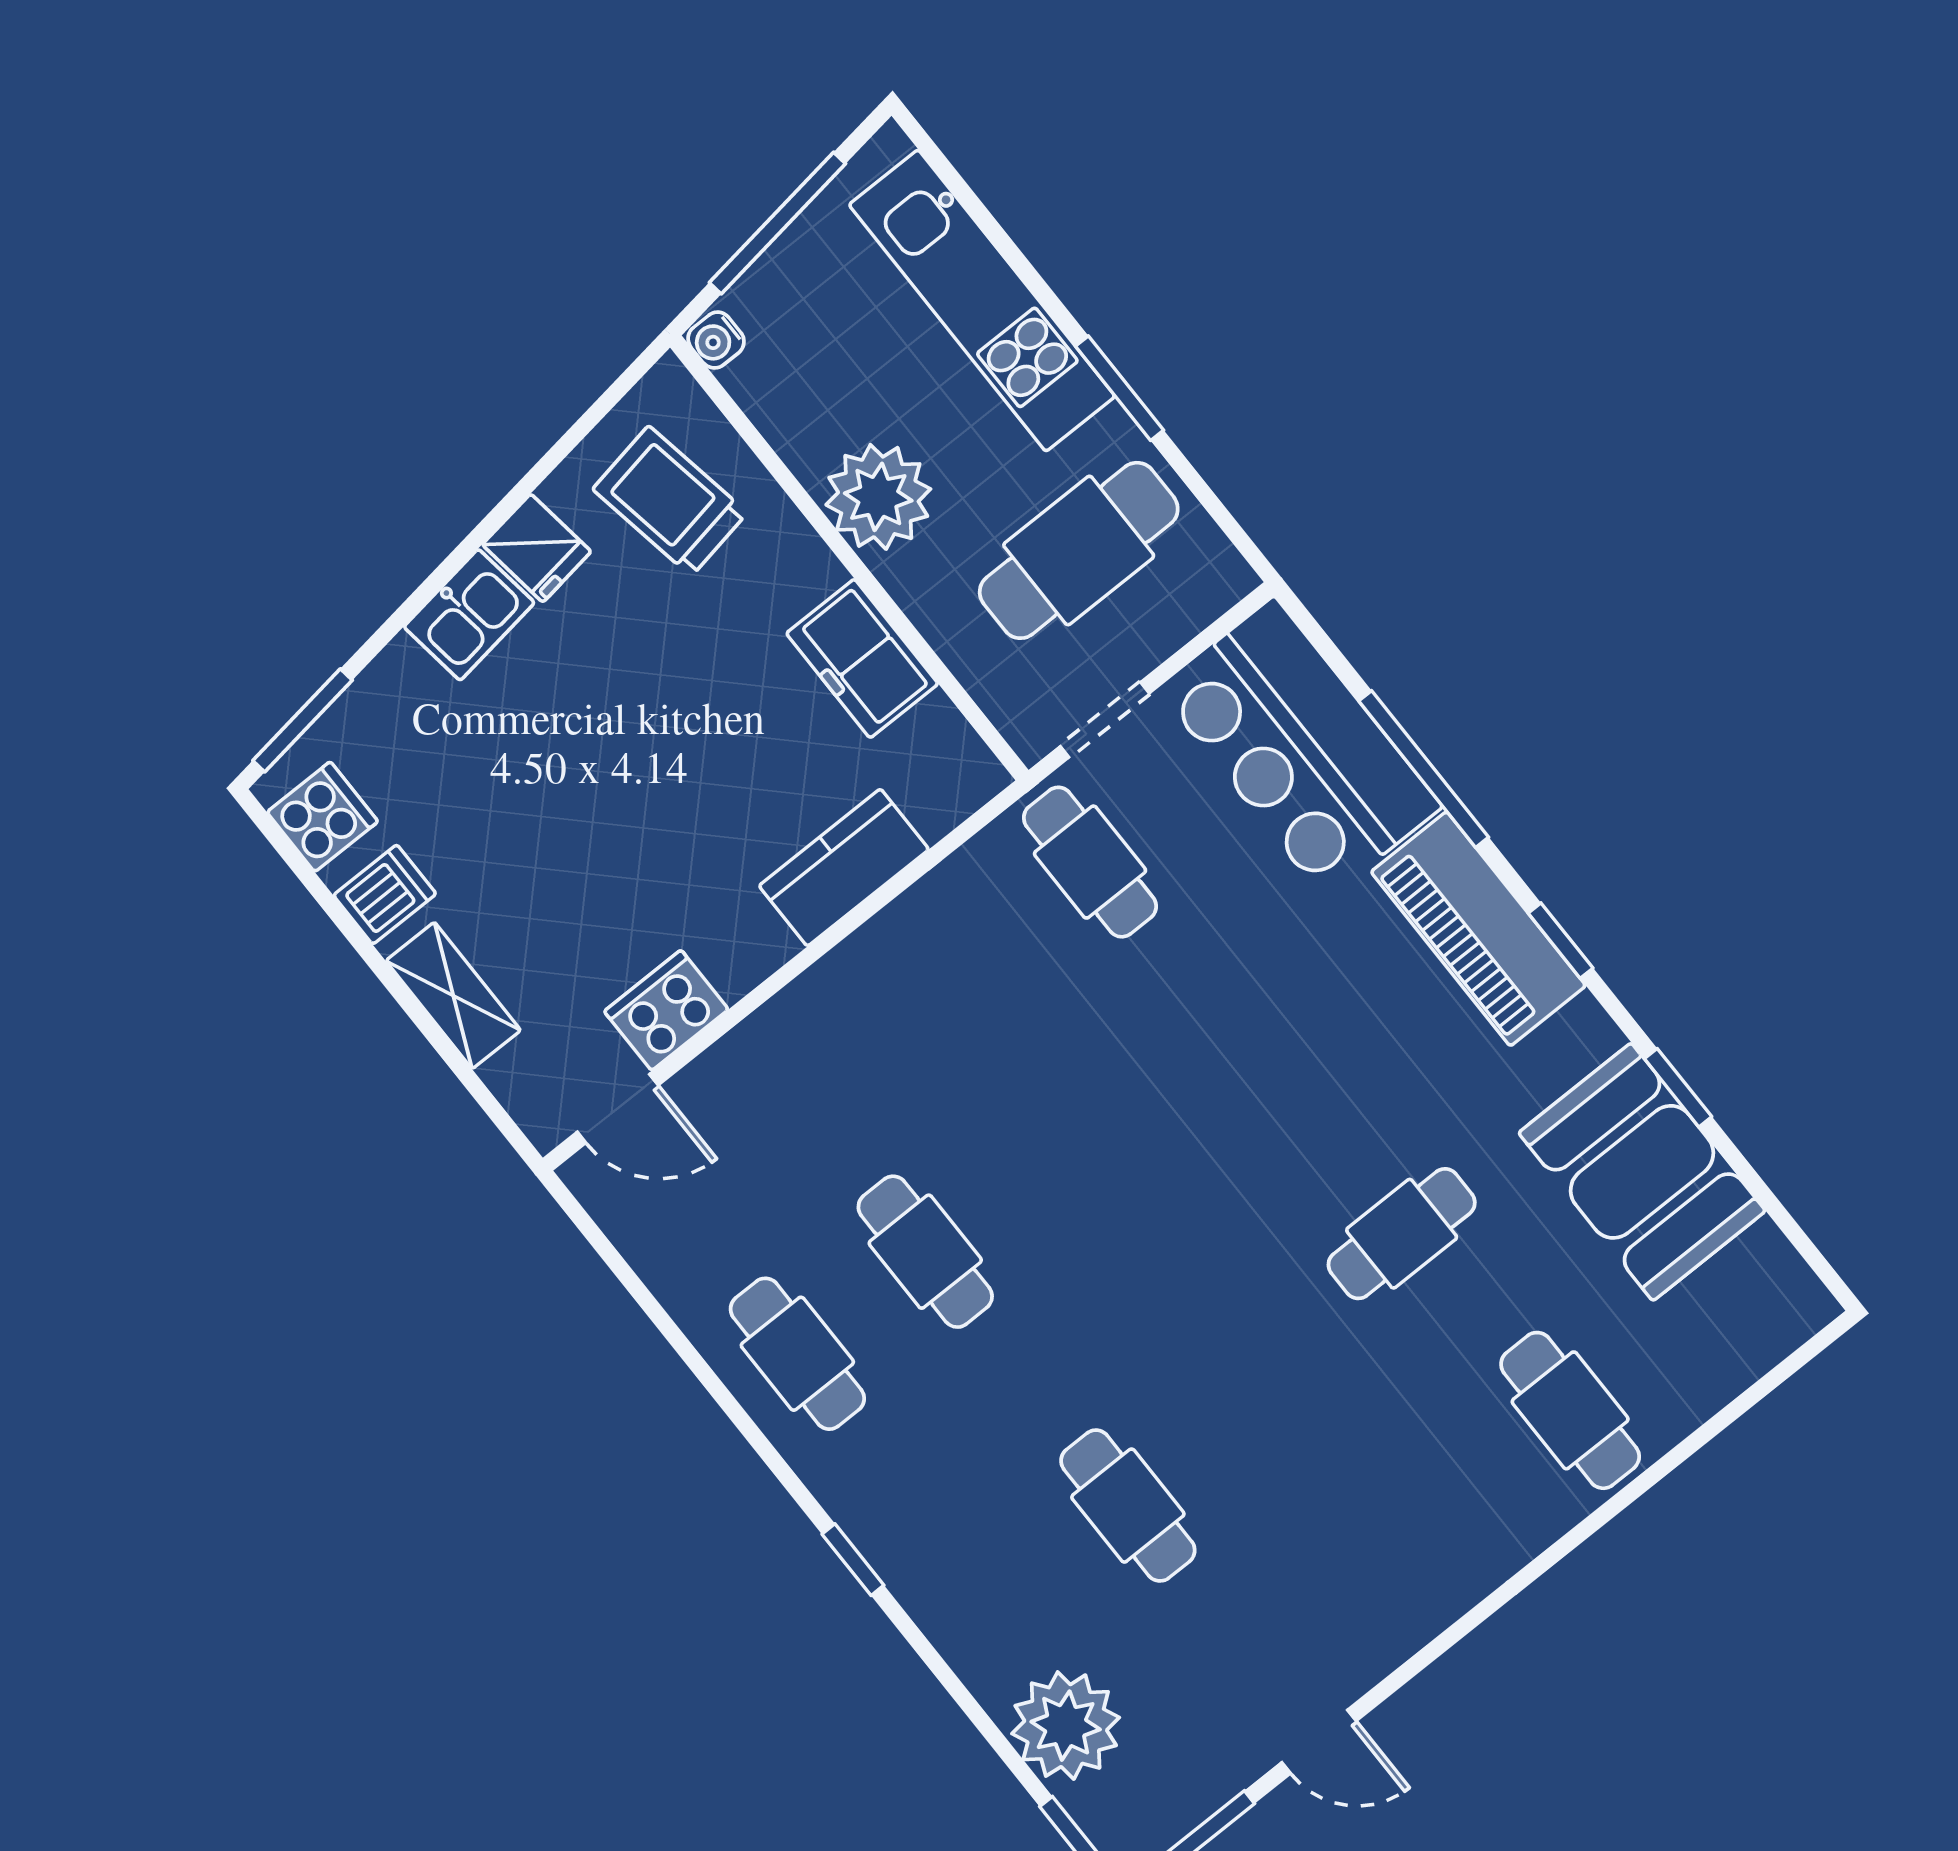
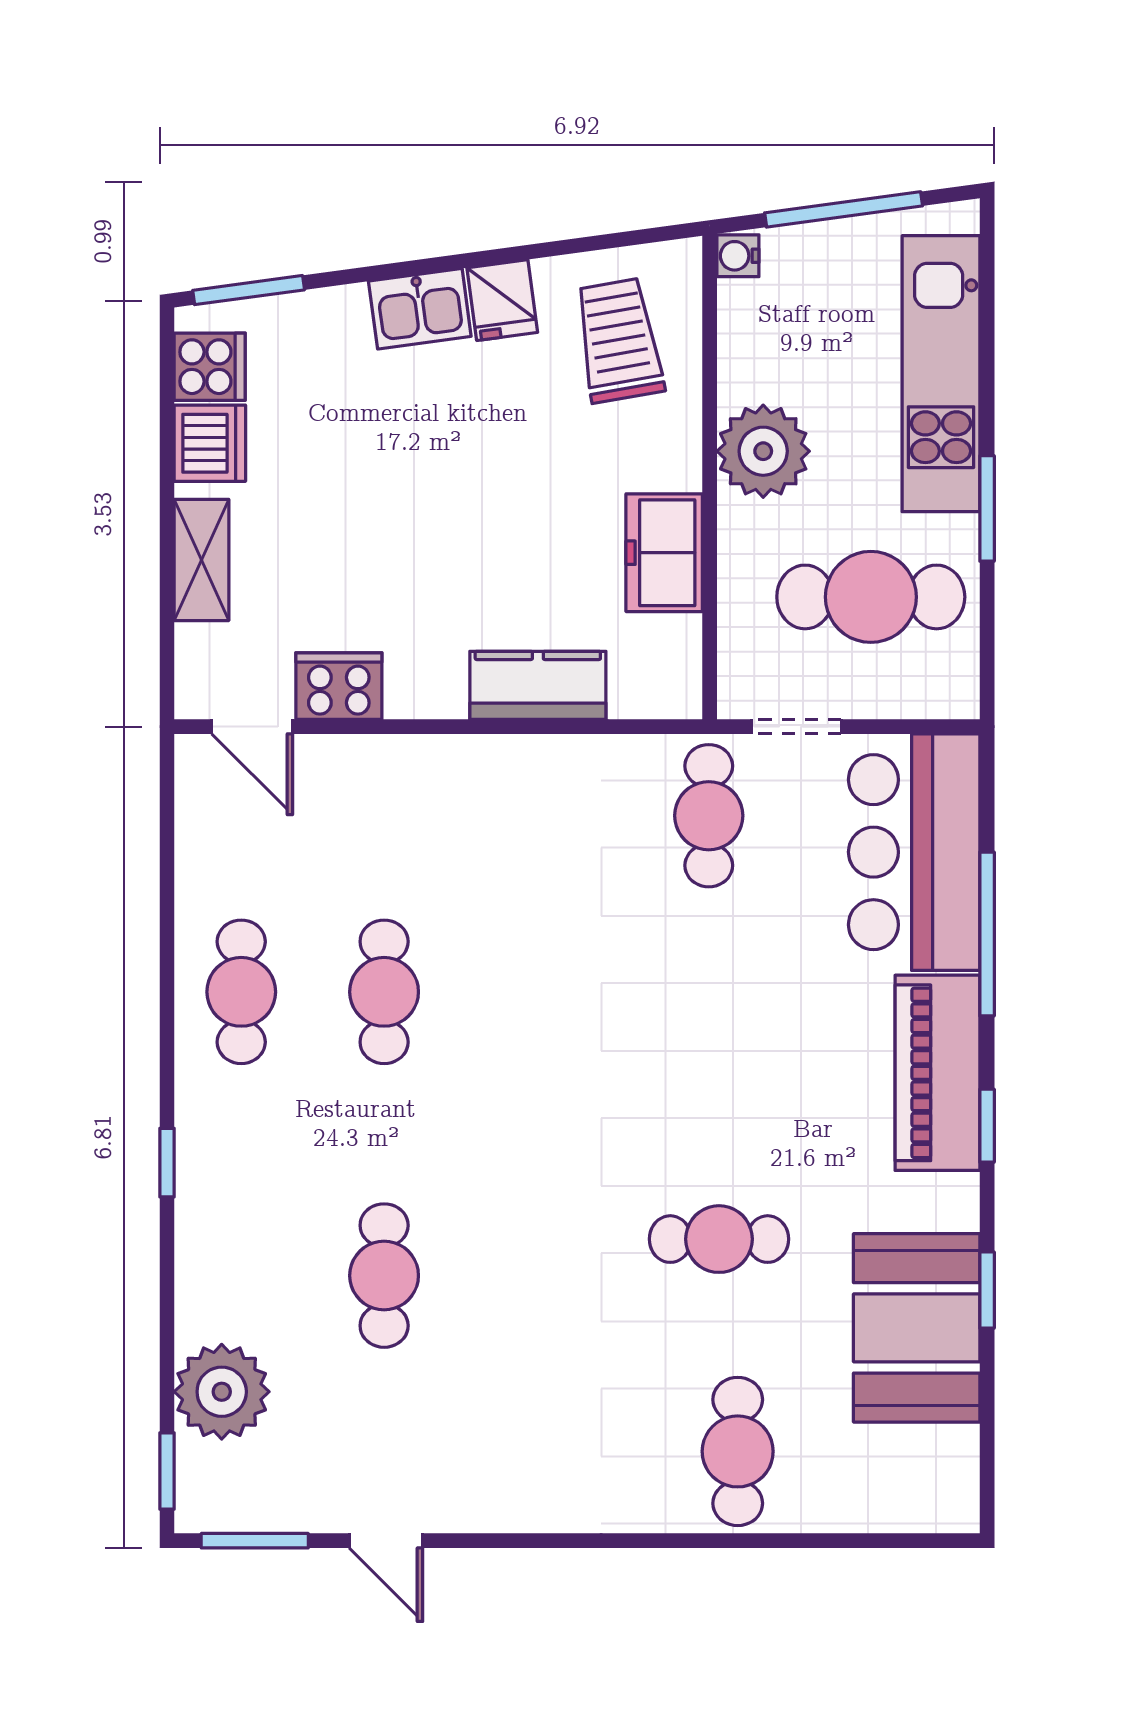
dishwasher: (385, 894) -> (210, 443), width x1.38

